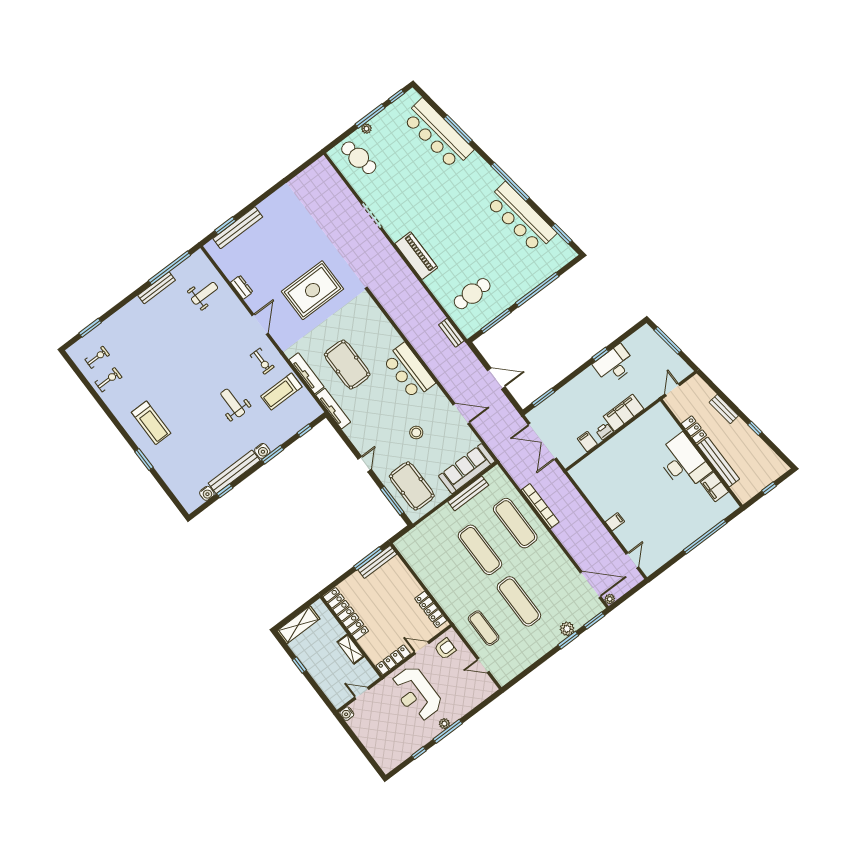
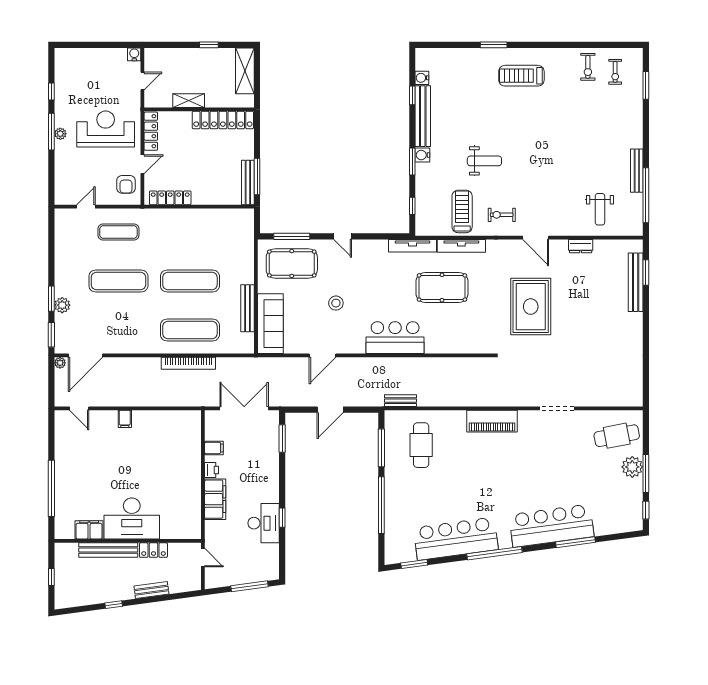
plant: (366, 129) -> (632, 467), width x1.87, depth x1.87
bar counter: (438, 134) -> (551, 526), moved

